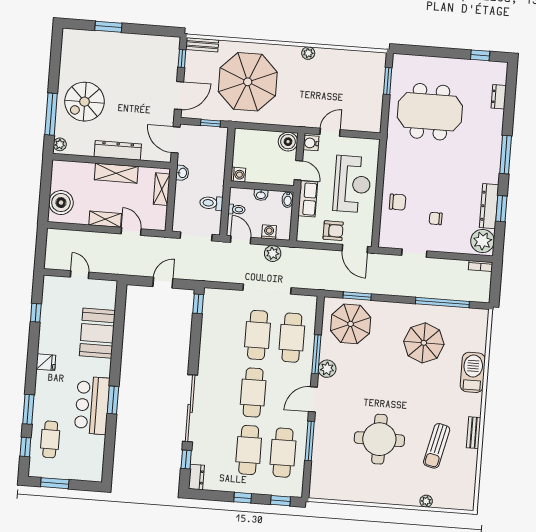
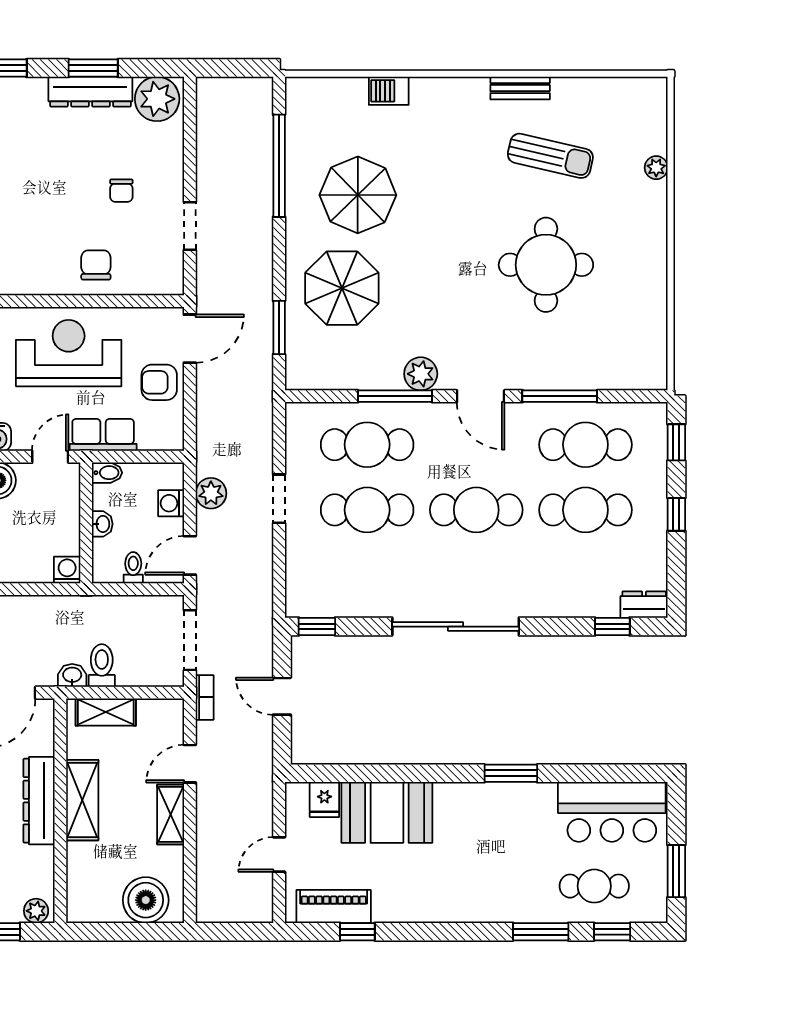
toilet: (211, 203) -> (102, 666), moved, turned 180
armchair: (333, 231) -> (159, 382), turned -90
bookcase: (481, 266) -> (205, 697), moved
doorway: (267, 289) -> (279, 499), width x0.53
piano: (50, 301) -> (334, 906), added
parasol: (351, 324) -> (342, 288), moved
fridge: (46, 362) -> (324, 800), moved, turned 180
barbecue: (473, 372) -> (389, 91), width x0.53, depth x0.65
bar counter: (92, 405) -> (612, 812), moved
sliding door: (190, 408) -> (456, 627), moved

